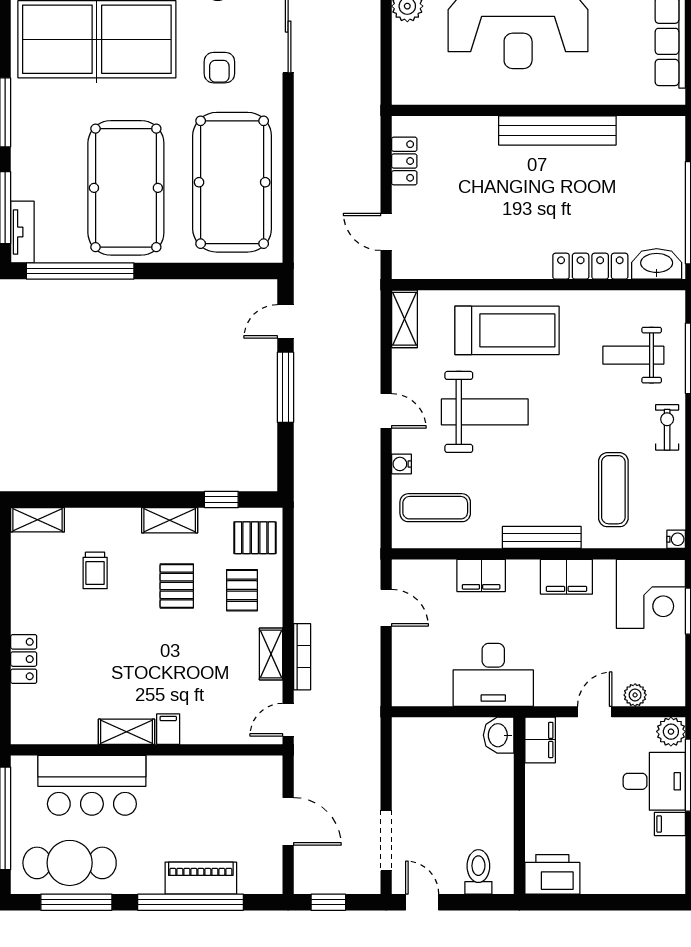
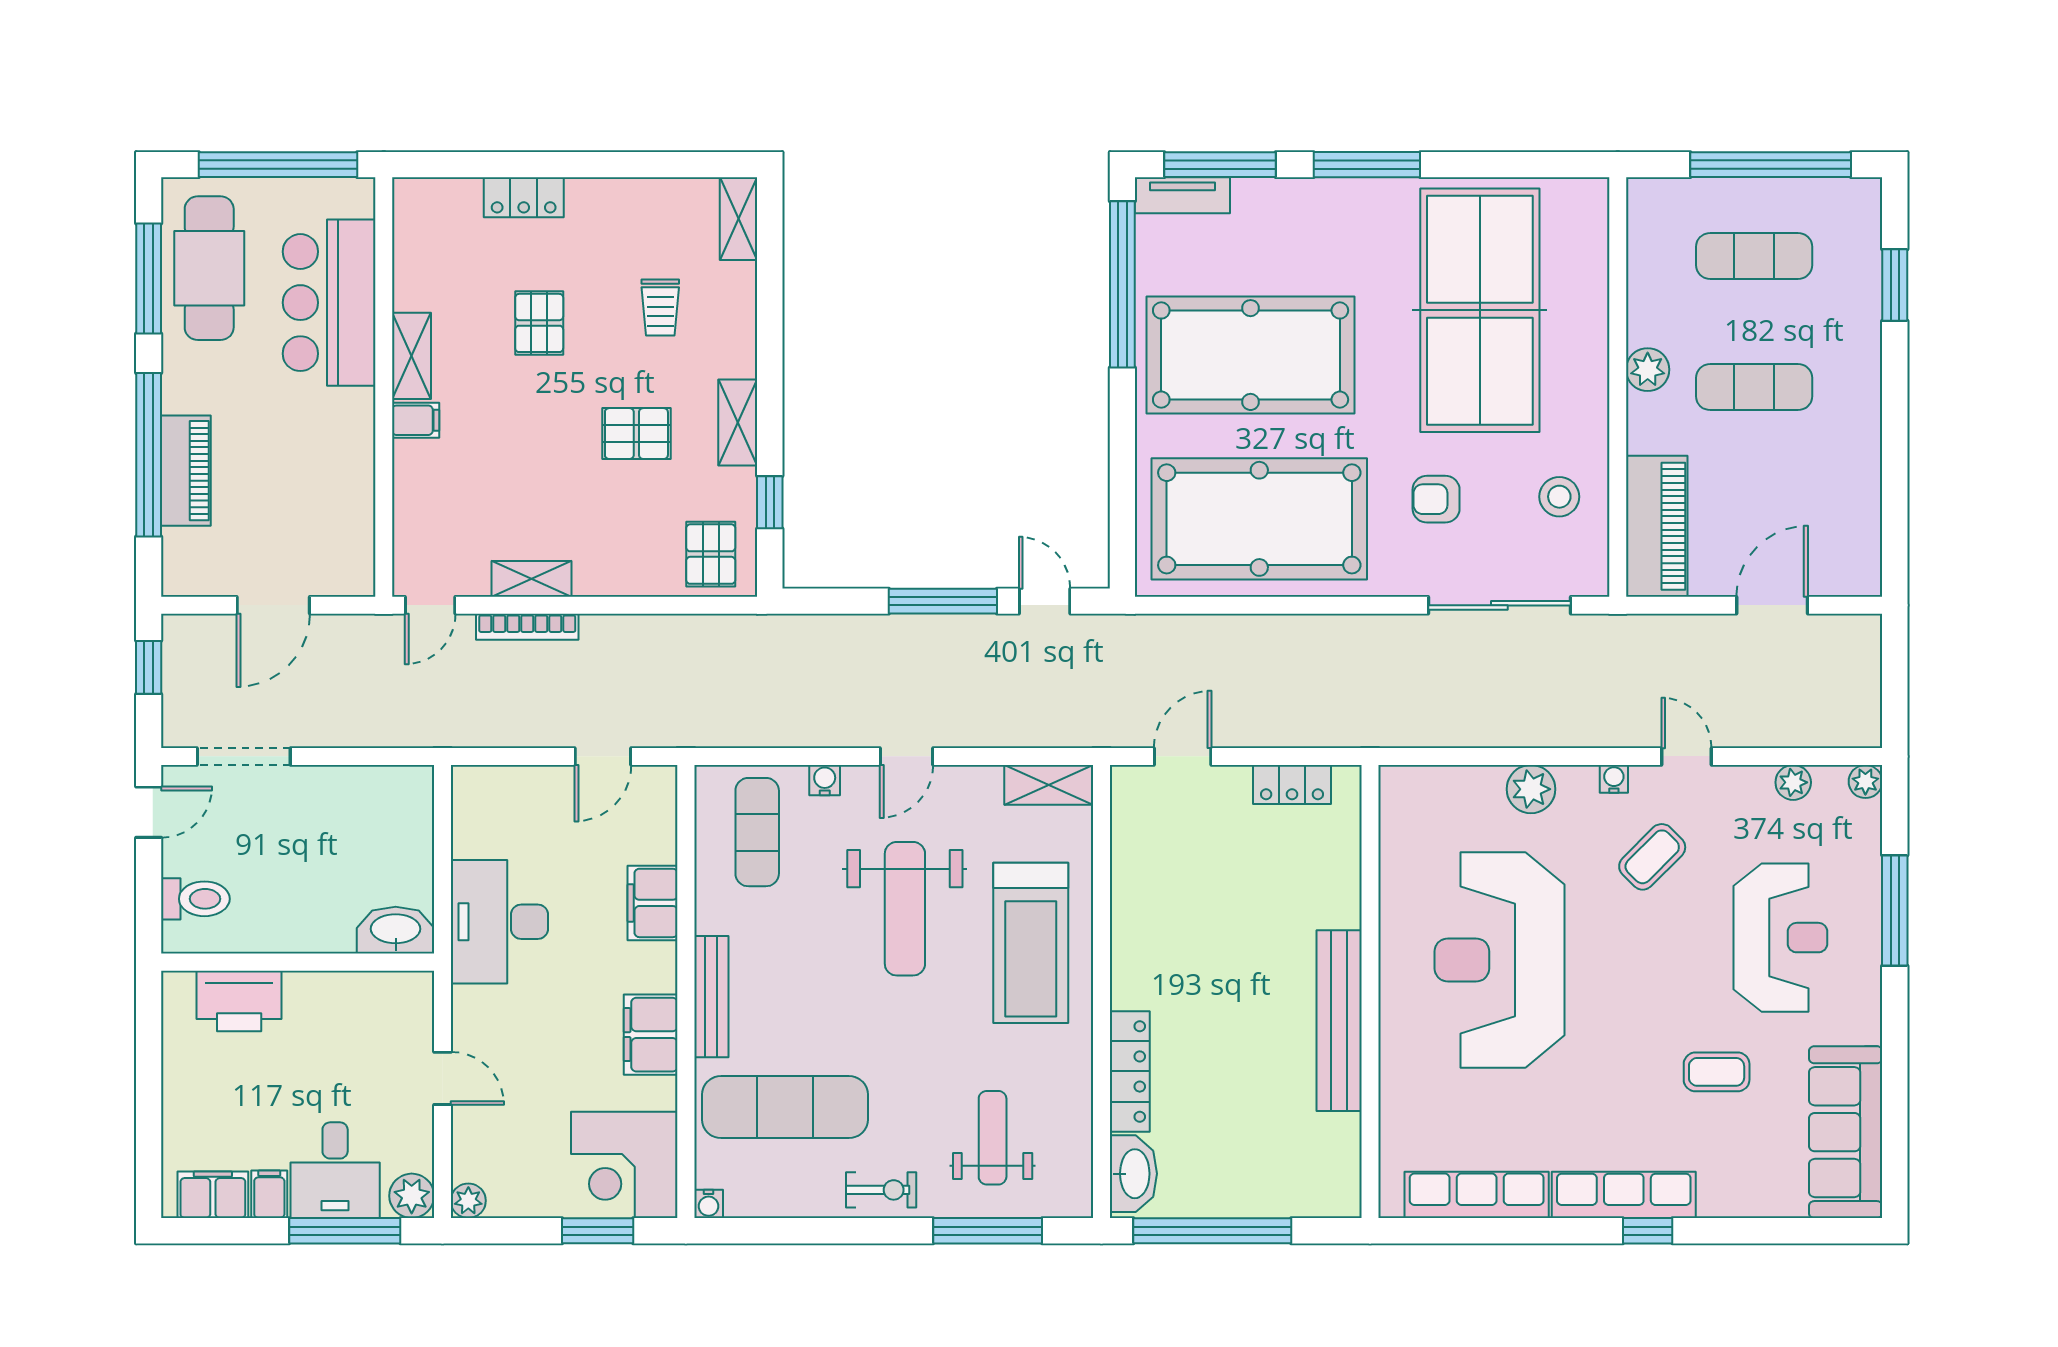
exercise mat: (613, 490) -> (785, 1107), width x1.36, depth x1.45
trolley: (95, 570) -> (660, 307), turned -90
pallet: (242, 590) -> (539, 323), moved, turned 90
plant: (635, 695) -> (468, 1201), moved
door: (288, 720) -> (430, 605), swing flipped
washbasin: (499, 735) -> (396, 930), width x1.38
filing cabinet: (540, 740) -> (213, 1195), moved, turned 180
printer: (552, 874) -> (239, 1001), moved, turned 90

